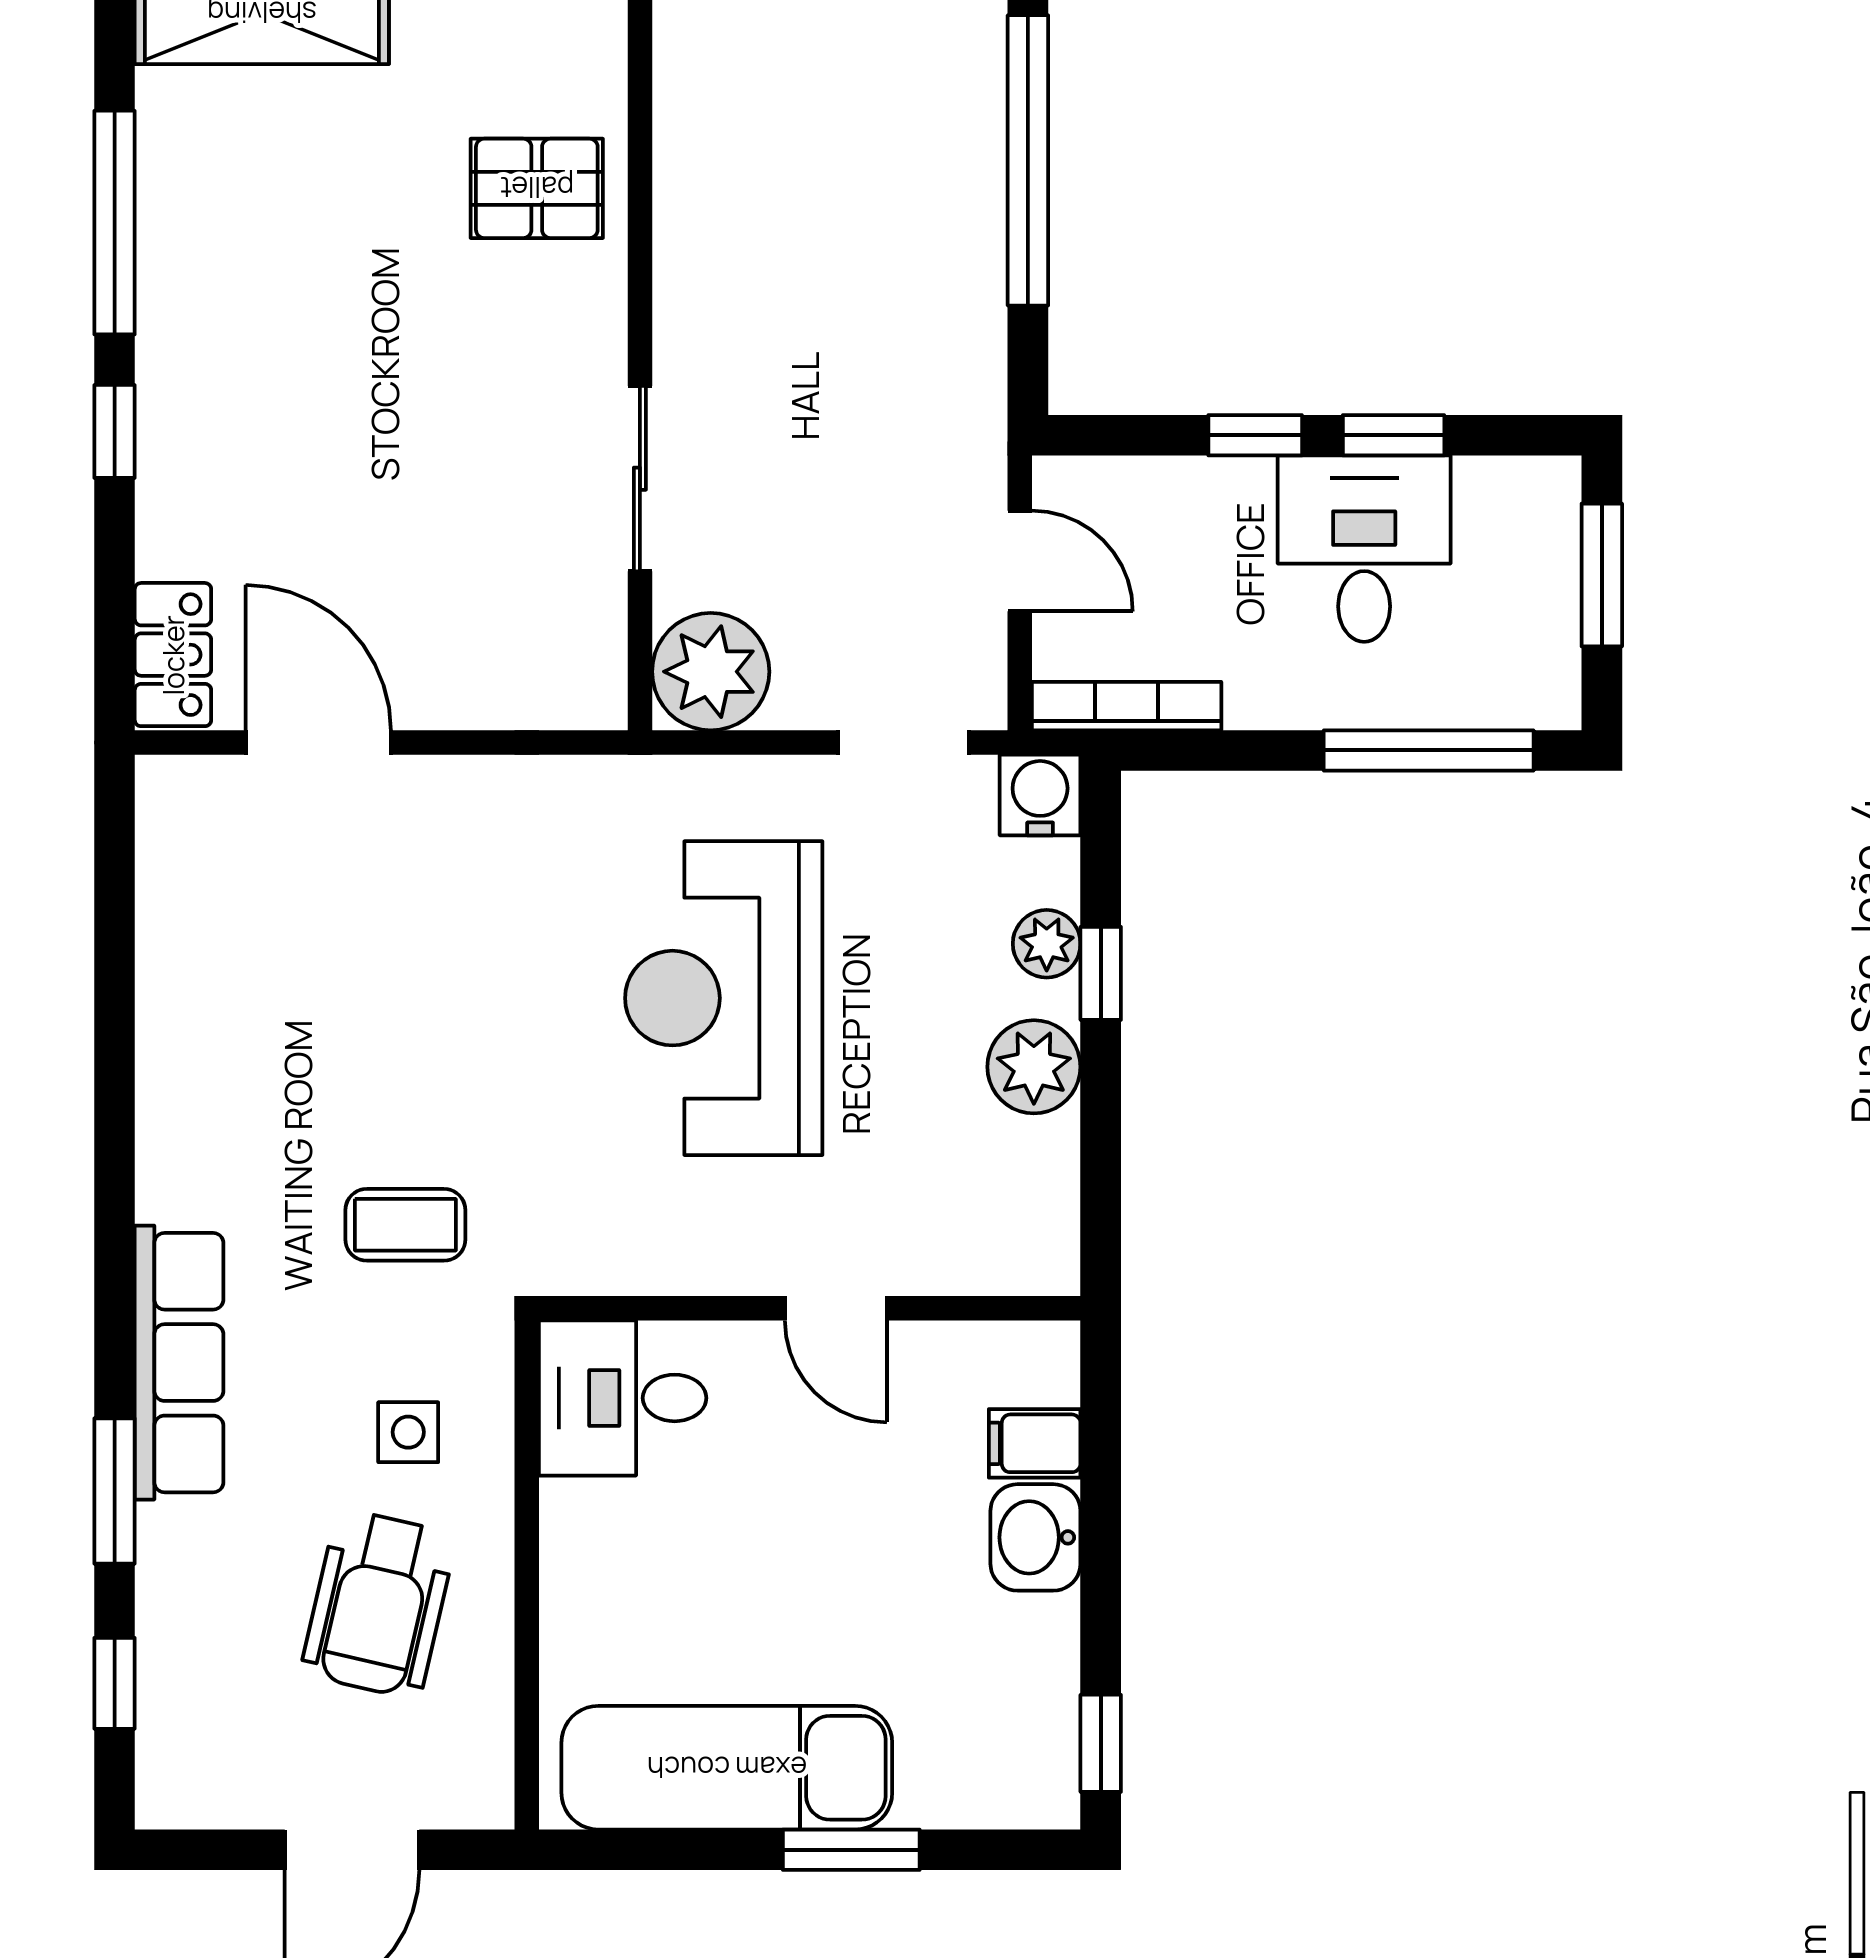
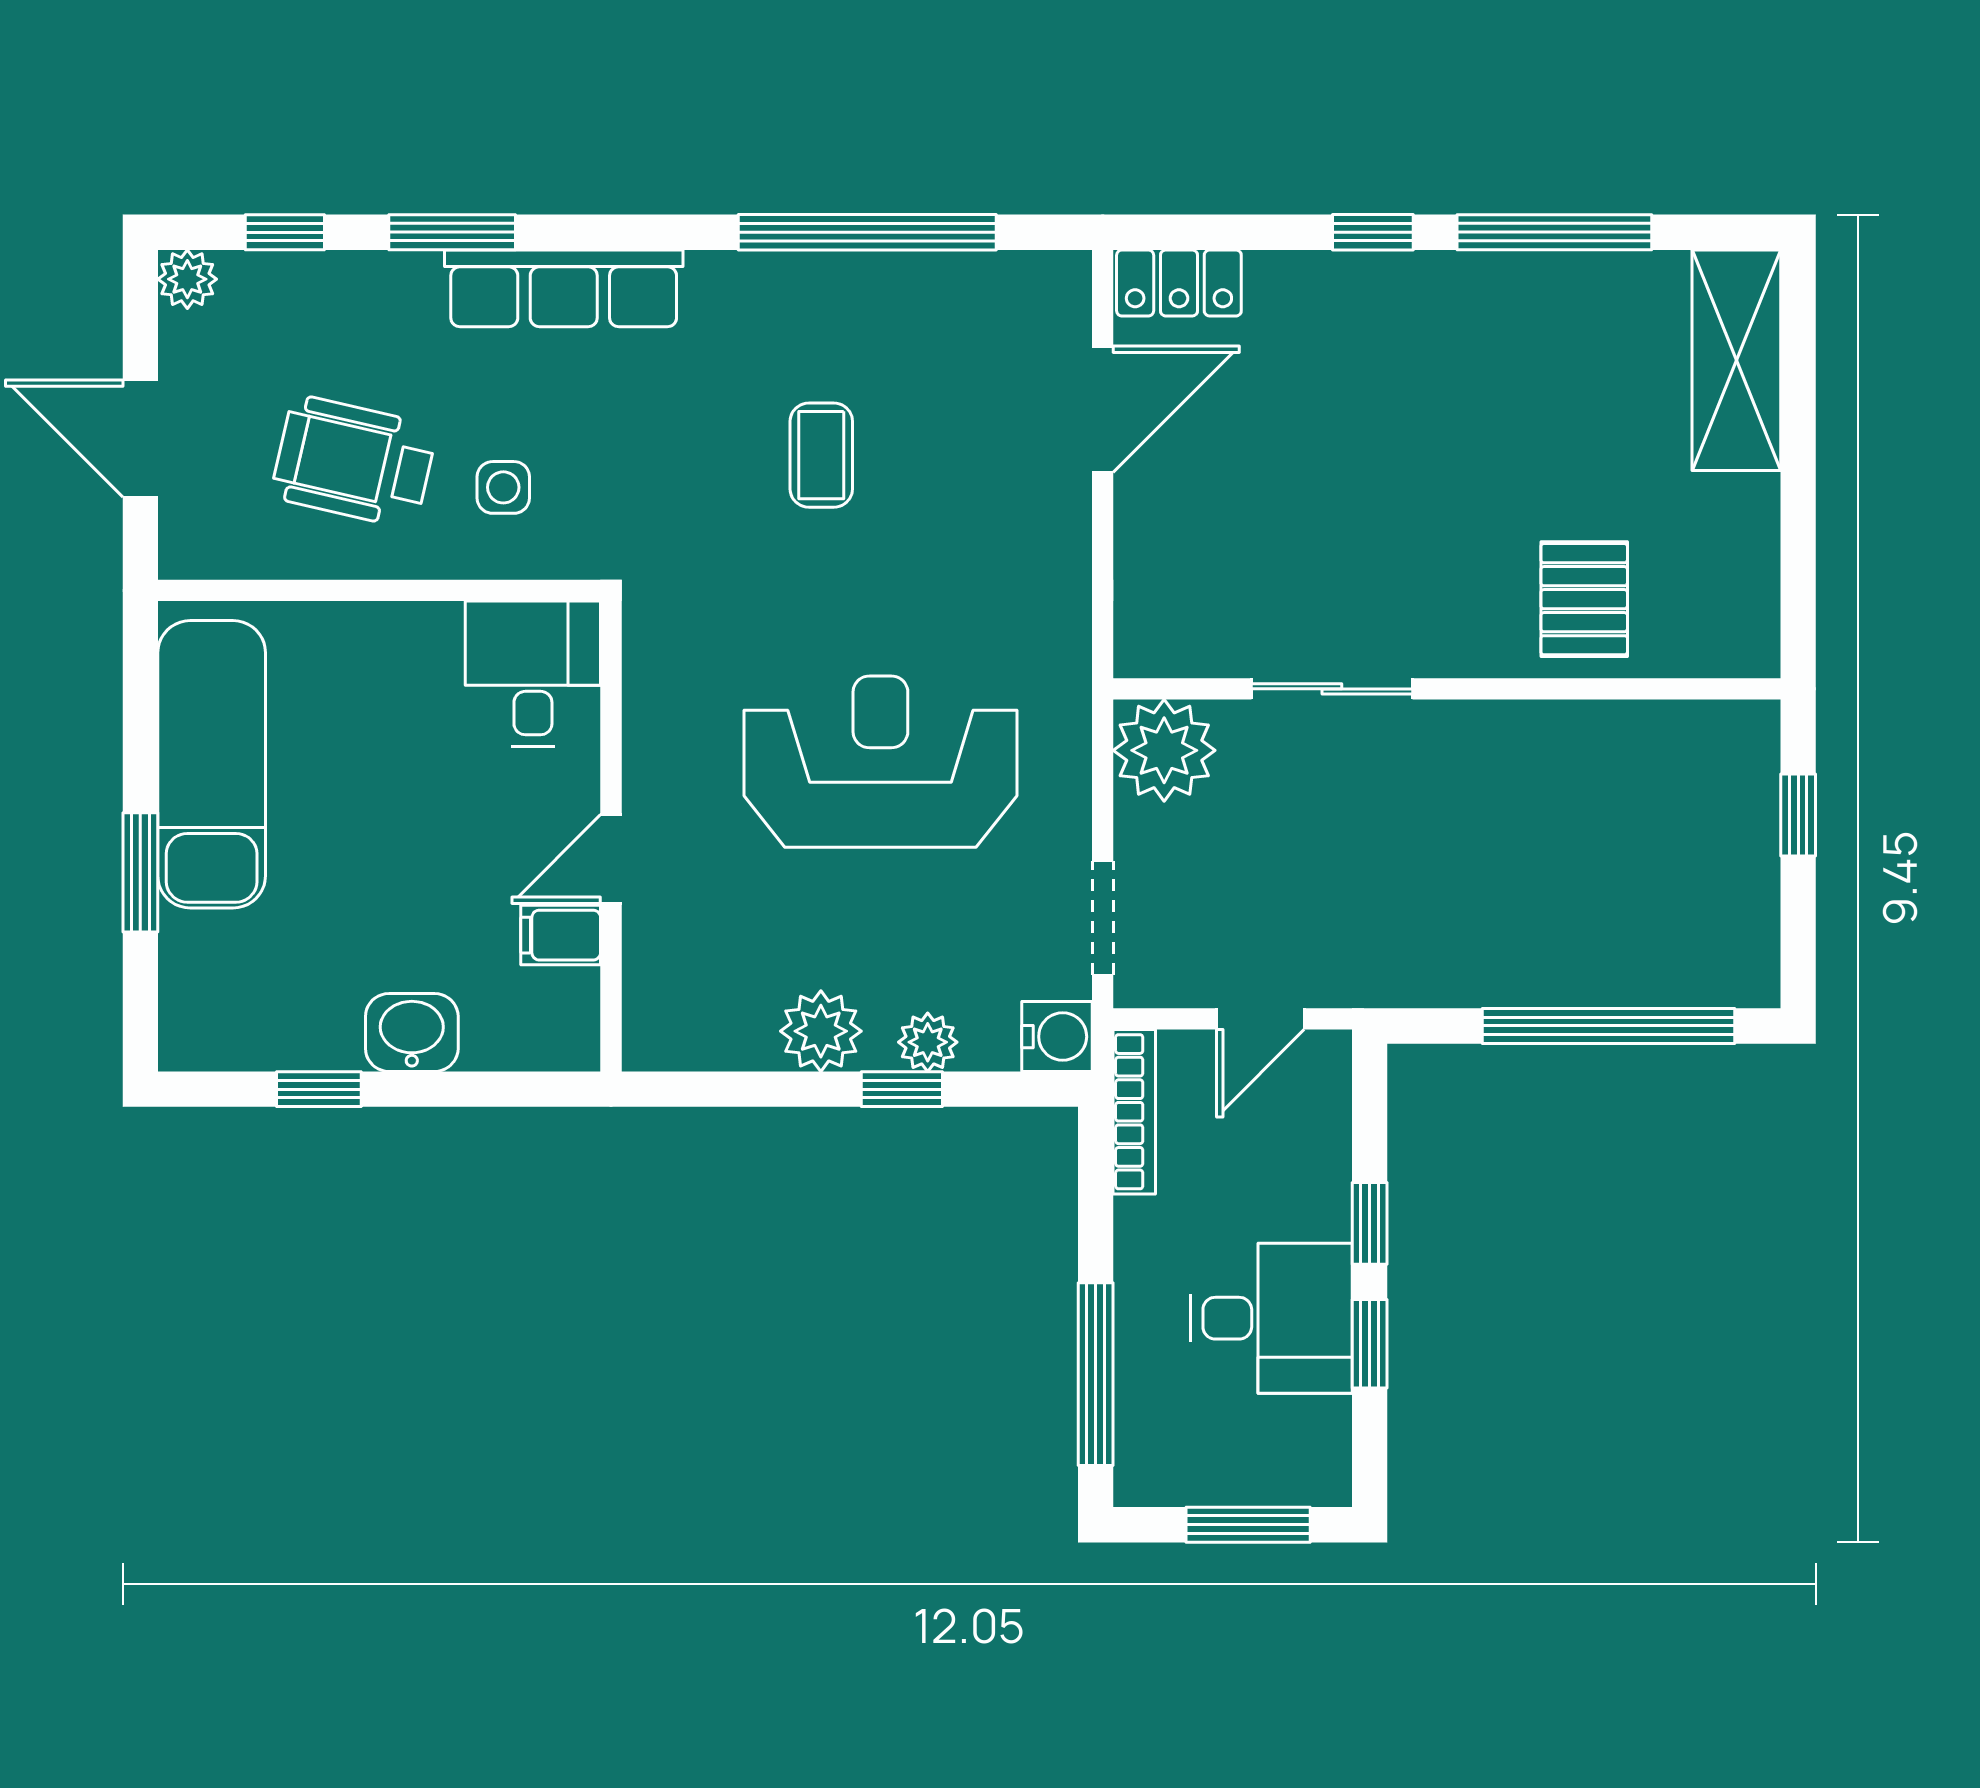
window: (115, 1013) -> (867, 232), added
coffee table: (405, 1225) -> (821, 455), moved
filing cabinet: (1035, 1443) -> (561, 935), moved, turned -90
window: (1101, 1743) -> (319, 1089), moved
plant: (169, 1796) -> (187, 279), added

